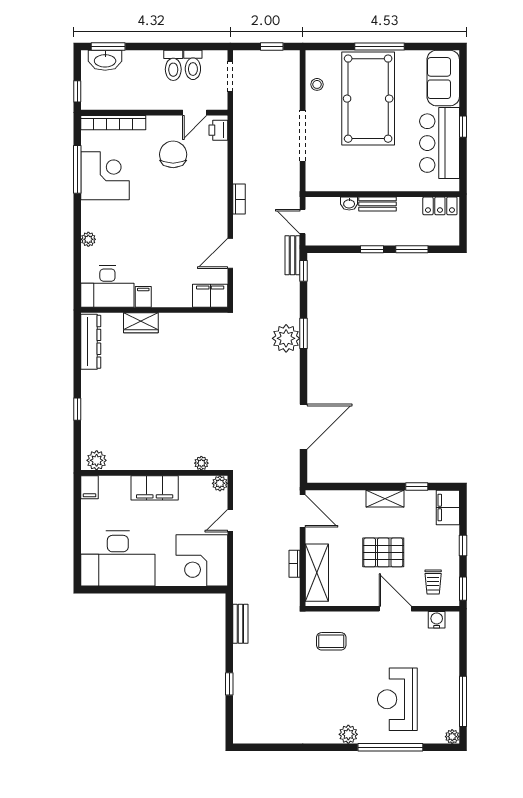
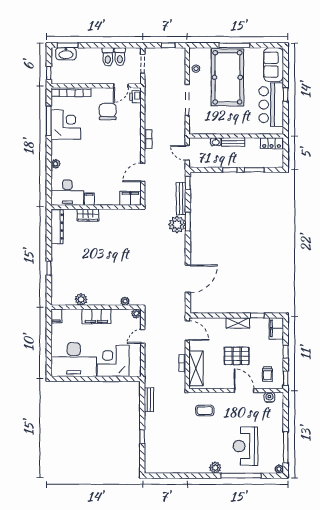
bench: (293, 255) -> (181, 199), moved, width x1.36
plant: (97, 460) -> (81, 299), moved
corner desk: (202, 560) -> (113, 361), moved, turned 90

